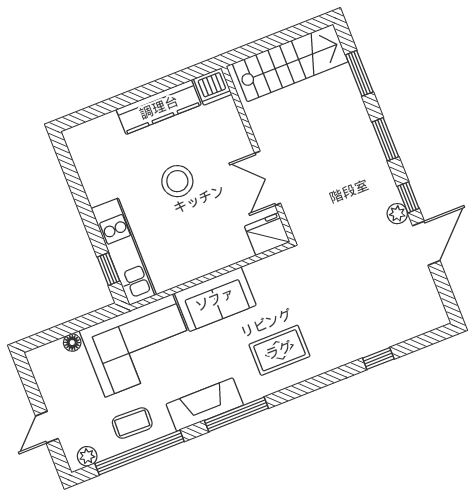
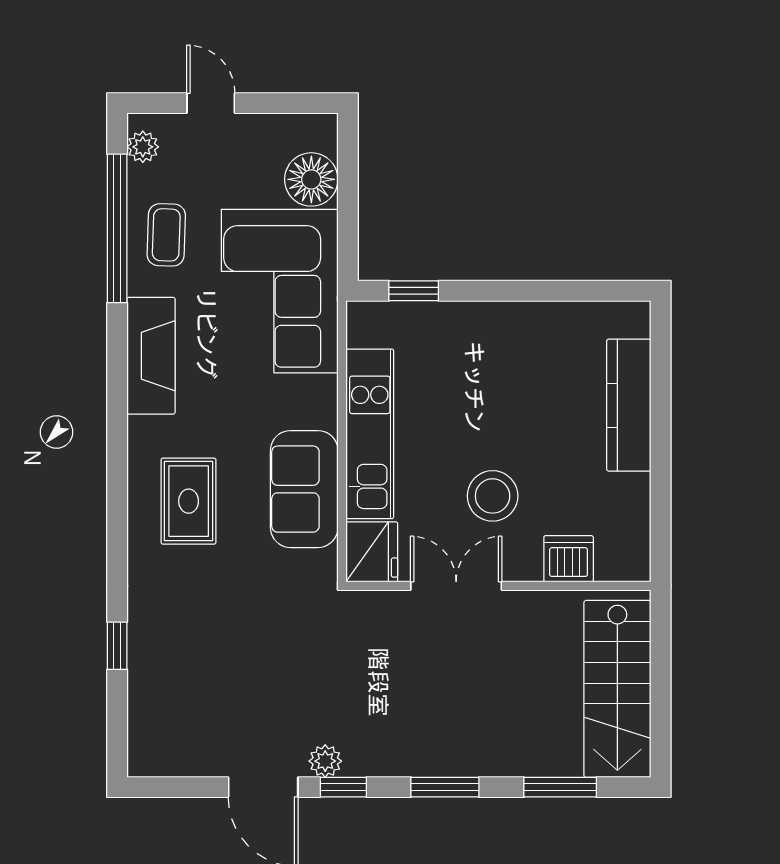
dishwasher: (213, 87) -> (569, 559), moved, turned 90
kitchen counter: (159, 107) -> (629, 405), moved
stool: (177, 181) -> (493, 496), moved
kitchen unit: (124, 252) -> (370, 434), moved, turned -90
sofa: (215, 299) -> (304, 489), moved
floor lamp: (72, 343) -> (311, 179), width x1.89, depth x1.89
window: (236, 414) -> (117, 398), removed

